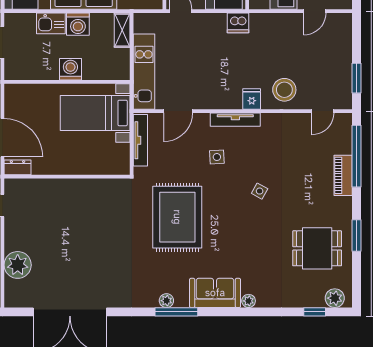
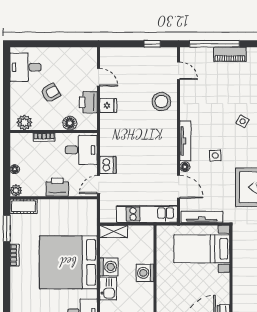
dishwasher: (238, 23) -> (108, 165), moved
window: (356, 78) -> (152, 44), width x0.67
fridge: (252, 99) -> (108, 106), moved, turned 180
bed with nightstands: (95, 113) -> (202, 249), moved, turned 90
floor lamp: (203, 119) -> (185, 167), added

